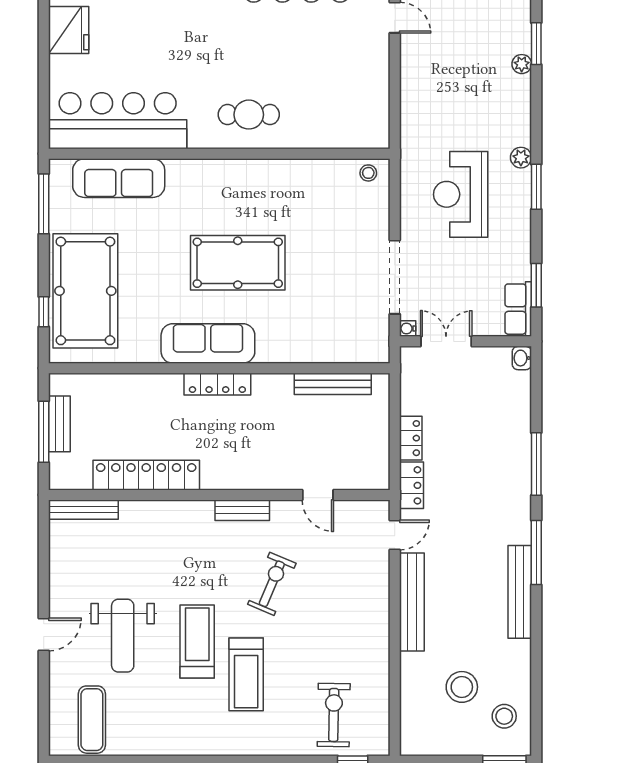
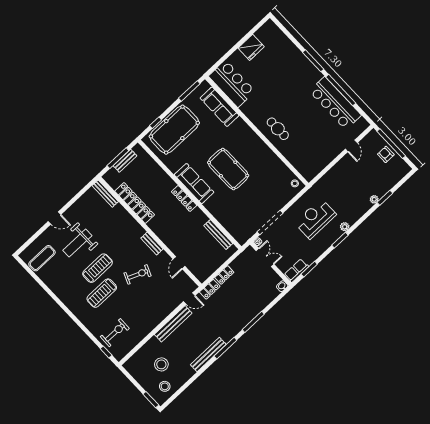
bar counter: (118, 121) -> (232, 84), width x0.73

